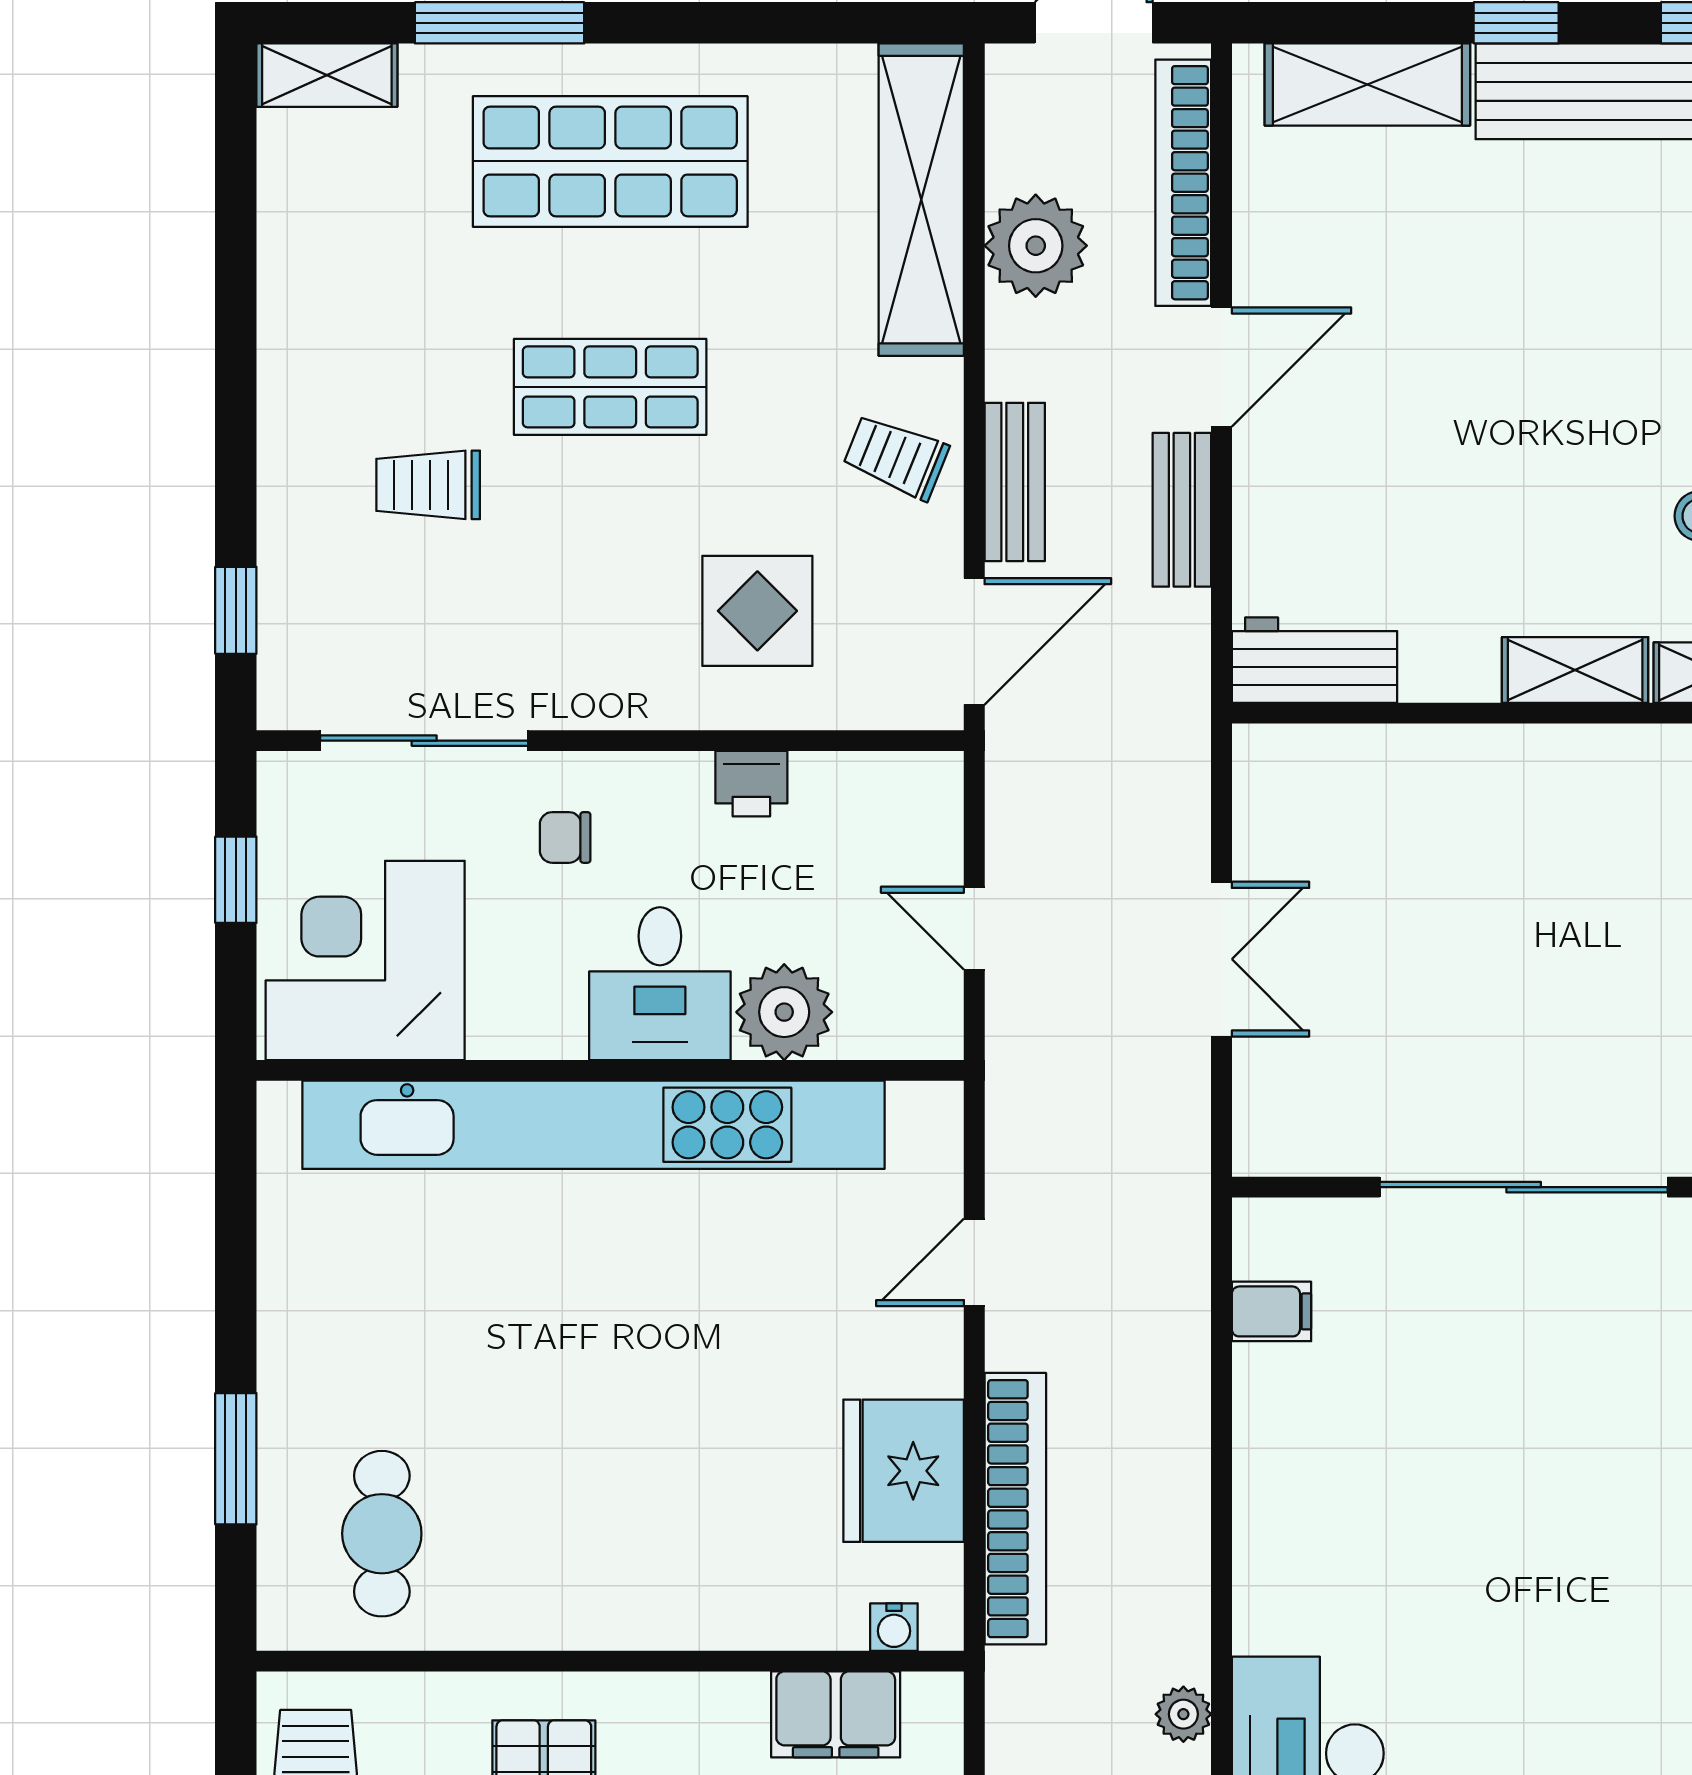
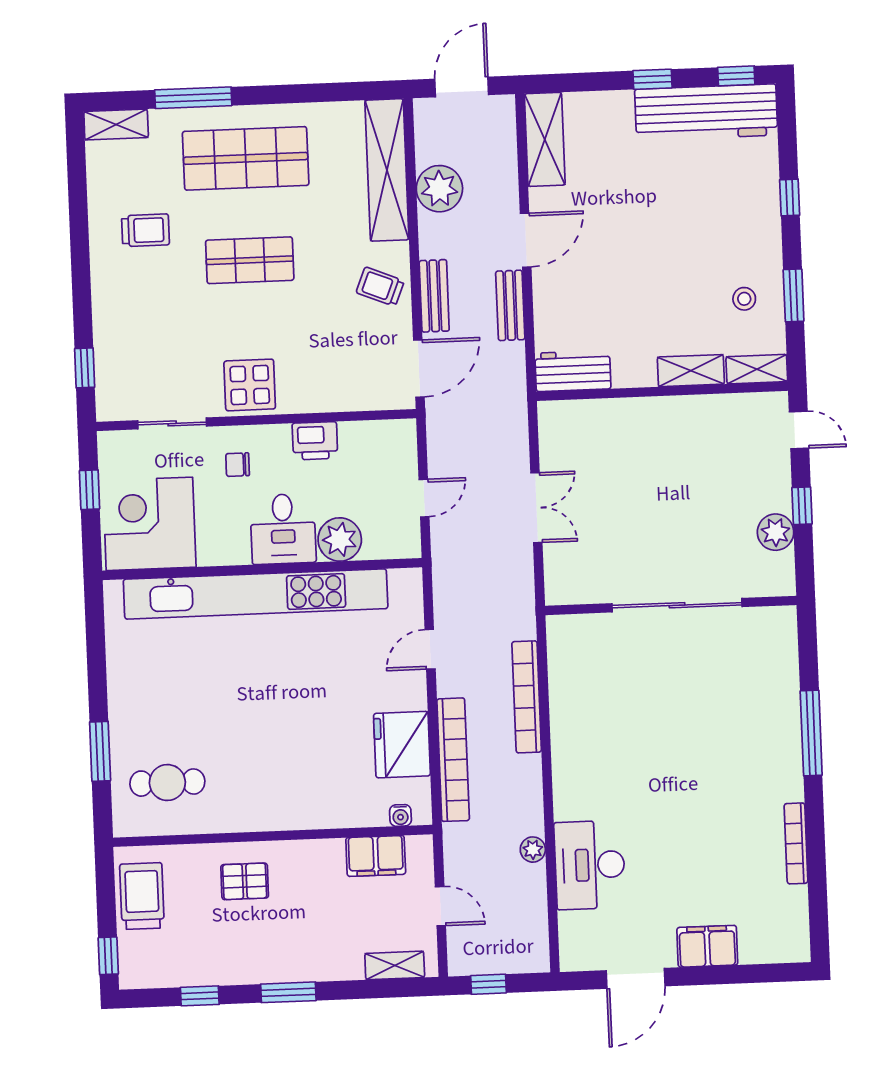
shelving: (1367, 85) -> (545, 139), moved, turned 90
bookcase: (1183, 183) -> (527, 697), moved
trolley: (428, 485) -> (146, 230), moved, turned 180
display table: (757, 611) -> (250, 385), moved
sliding door: (424, 741) -> (172, 423), width x0.73
printer: (751, 784) -> (315, 441), width x1.36, depth x1.24
door: (974, 928) -> (424, 498), swing flipped
filing cabinet: (1271, 1311) -> (565, 666), removed
cafe table: (382, 1534) -> (167, 783), turned 90

